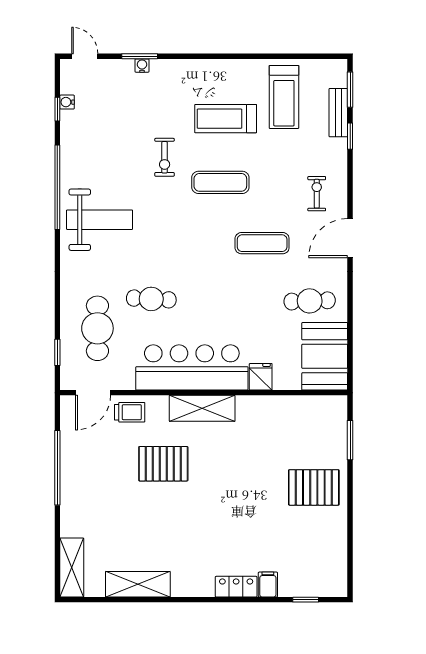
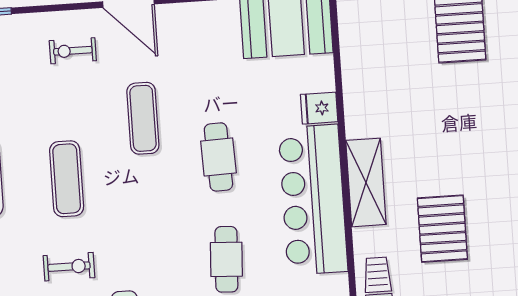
exercise bike: (165, 157) -> (69, 267), moved
cafe table: (310, 301) -> (218, 157), moved

